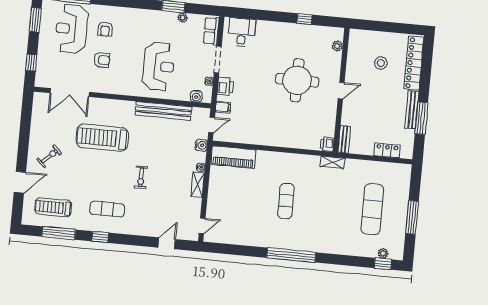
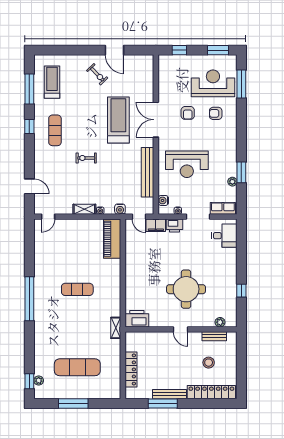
double door: (70, 93) -> (156, 120), moved
filing cabinet: (223, 107) -> (156, 225), width x2.00
bench: (344, 139) -> (214, 336), moved
printer: (327, 144) -> (137, 319), width x1.87, depth x1.48
locker: (387, 150) -> (131, 369), width x1.53
door: (20, 182) -> (115, 50), moved
door: (202, 226) -> (48, 217), hinge flipped

